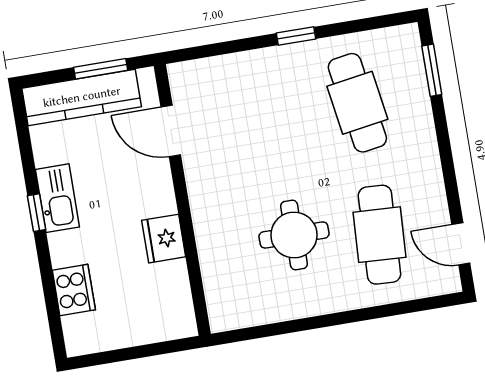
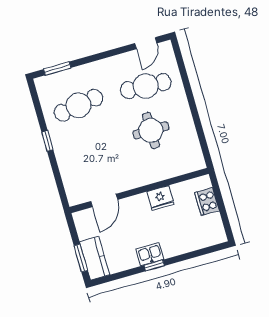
window: (101, 69) -> (81, 258), moved
kitchen counter: (82, 97) -> (95, 258), width x0.67
kitchen sink: (57, 198) -> (150, 254), width x0.73
cooker: (74, 290) -> (207, 202), moved, turned -90

